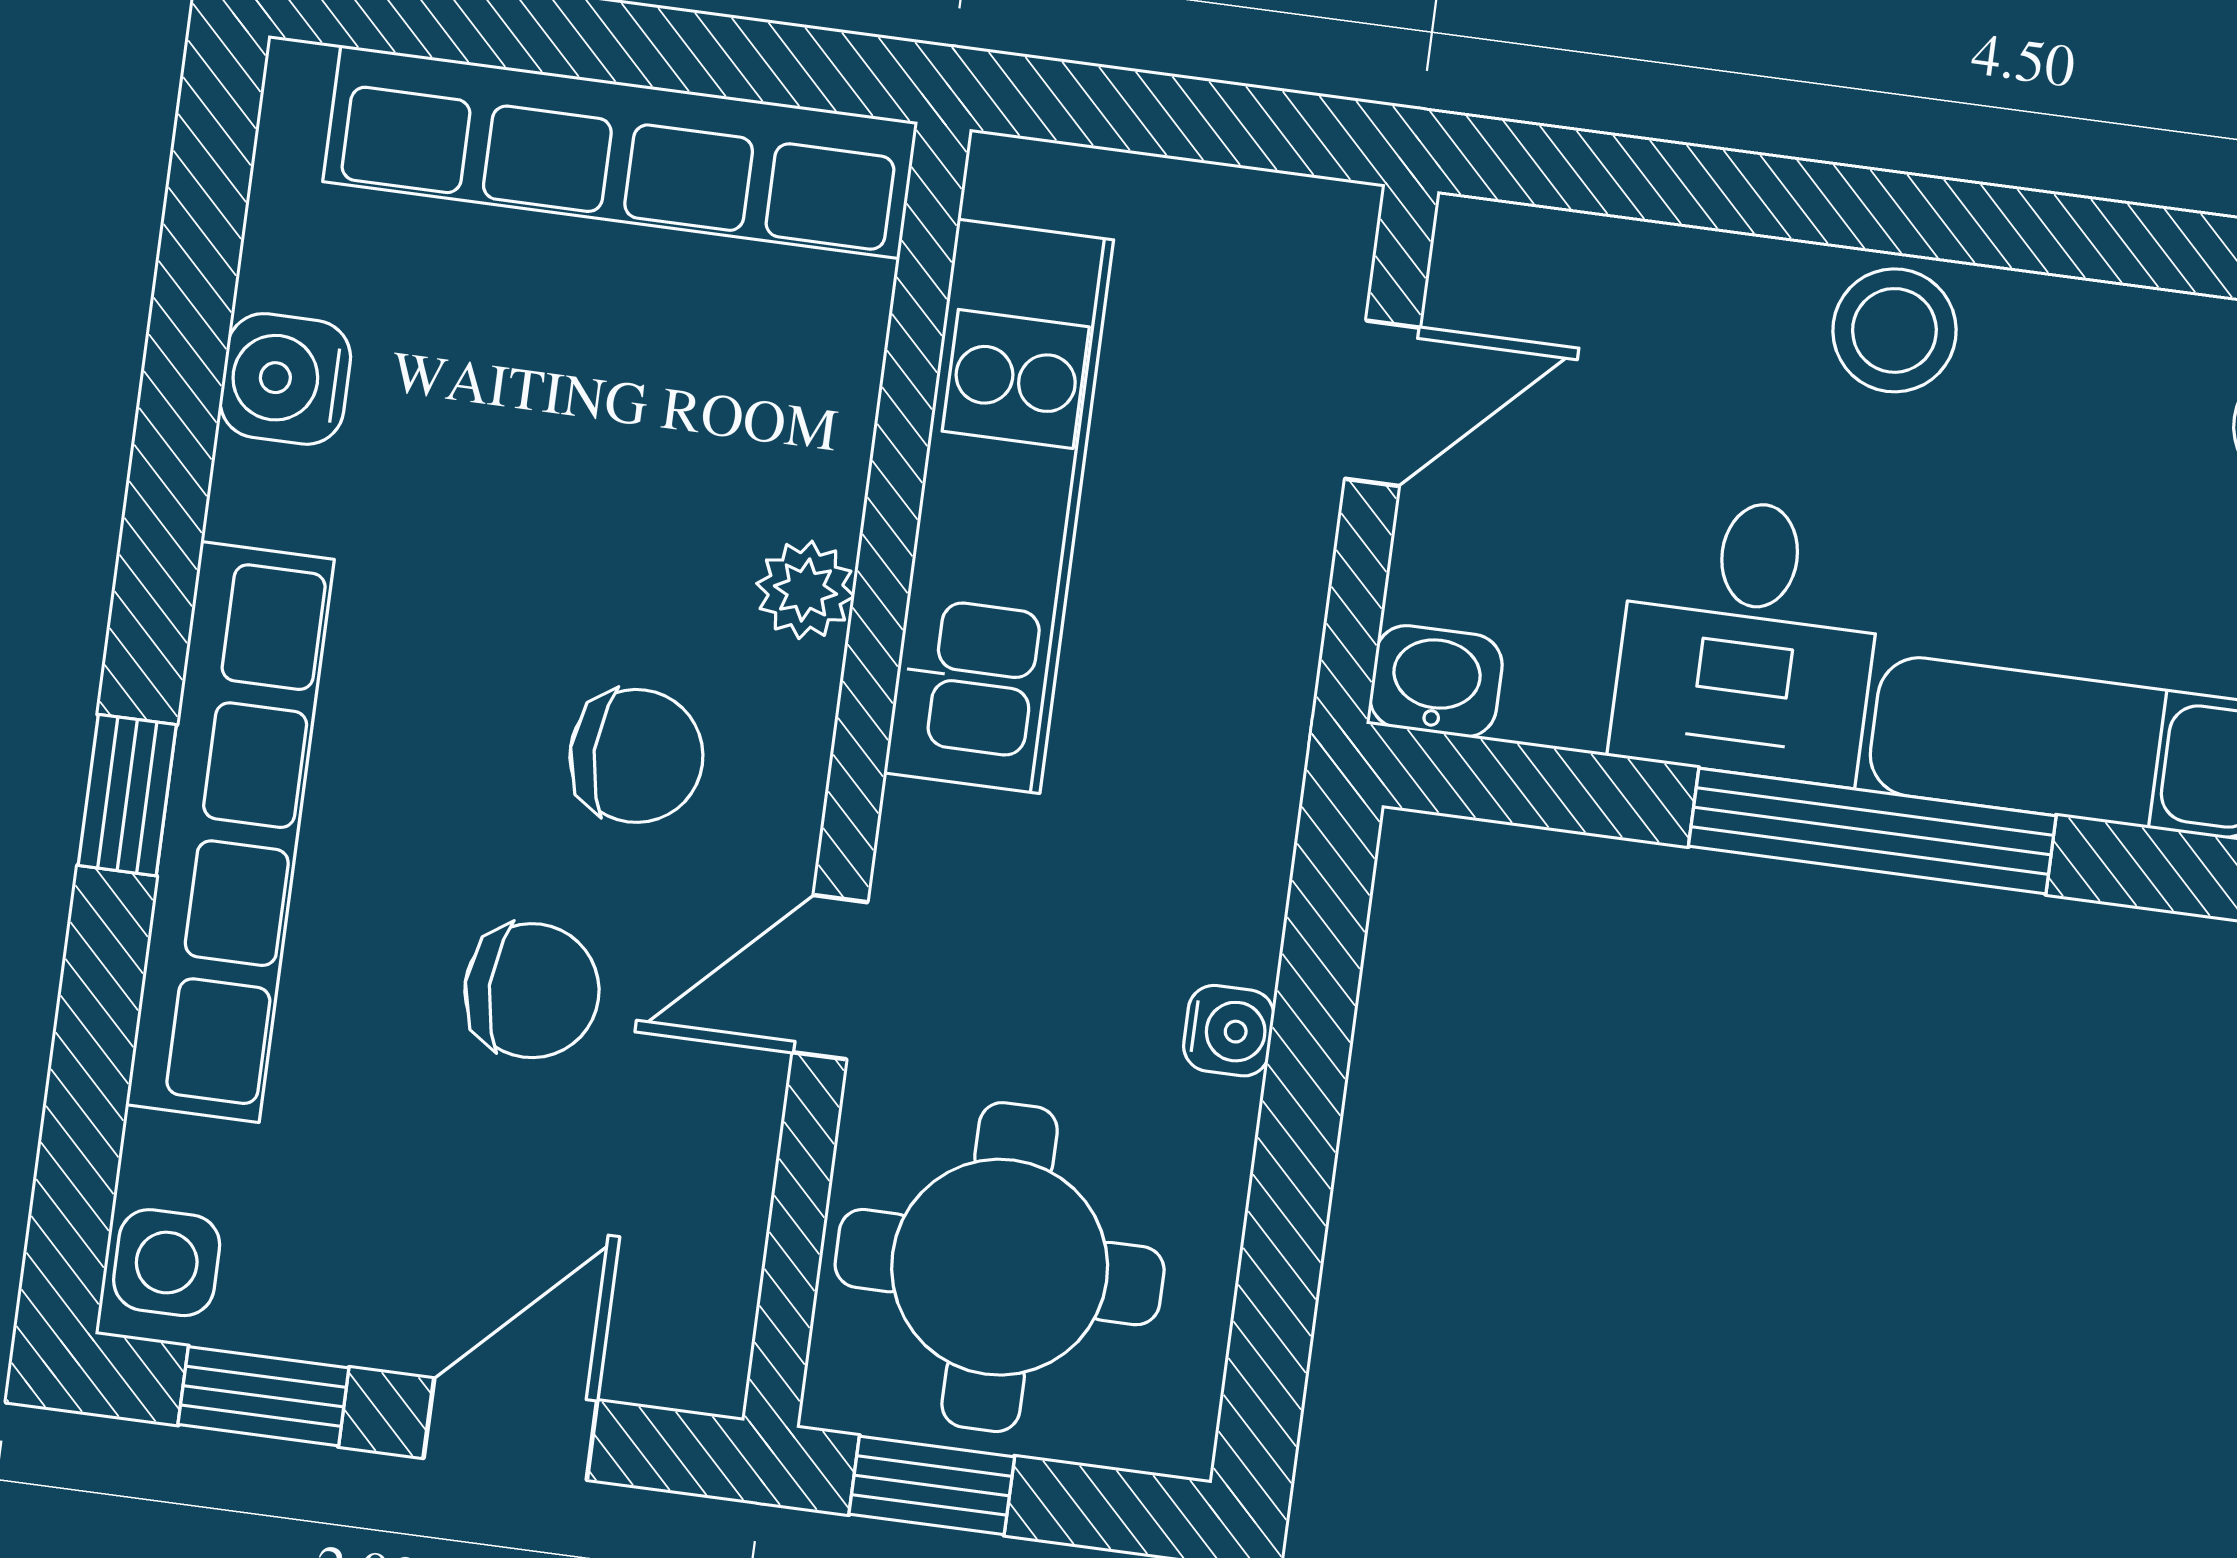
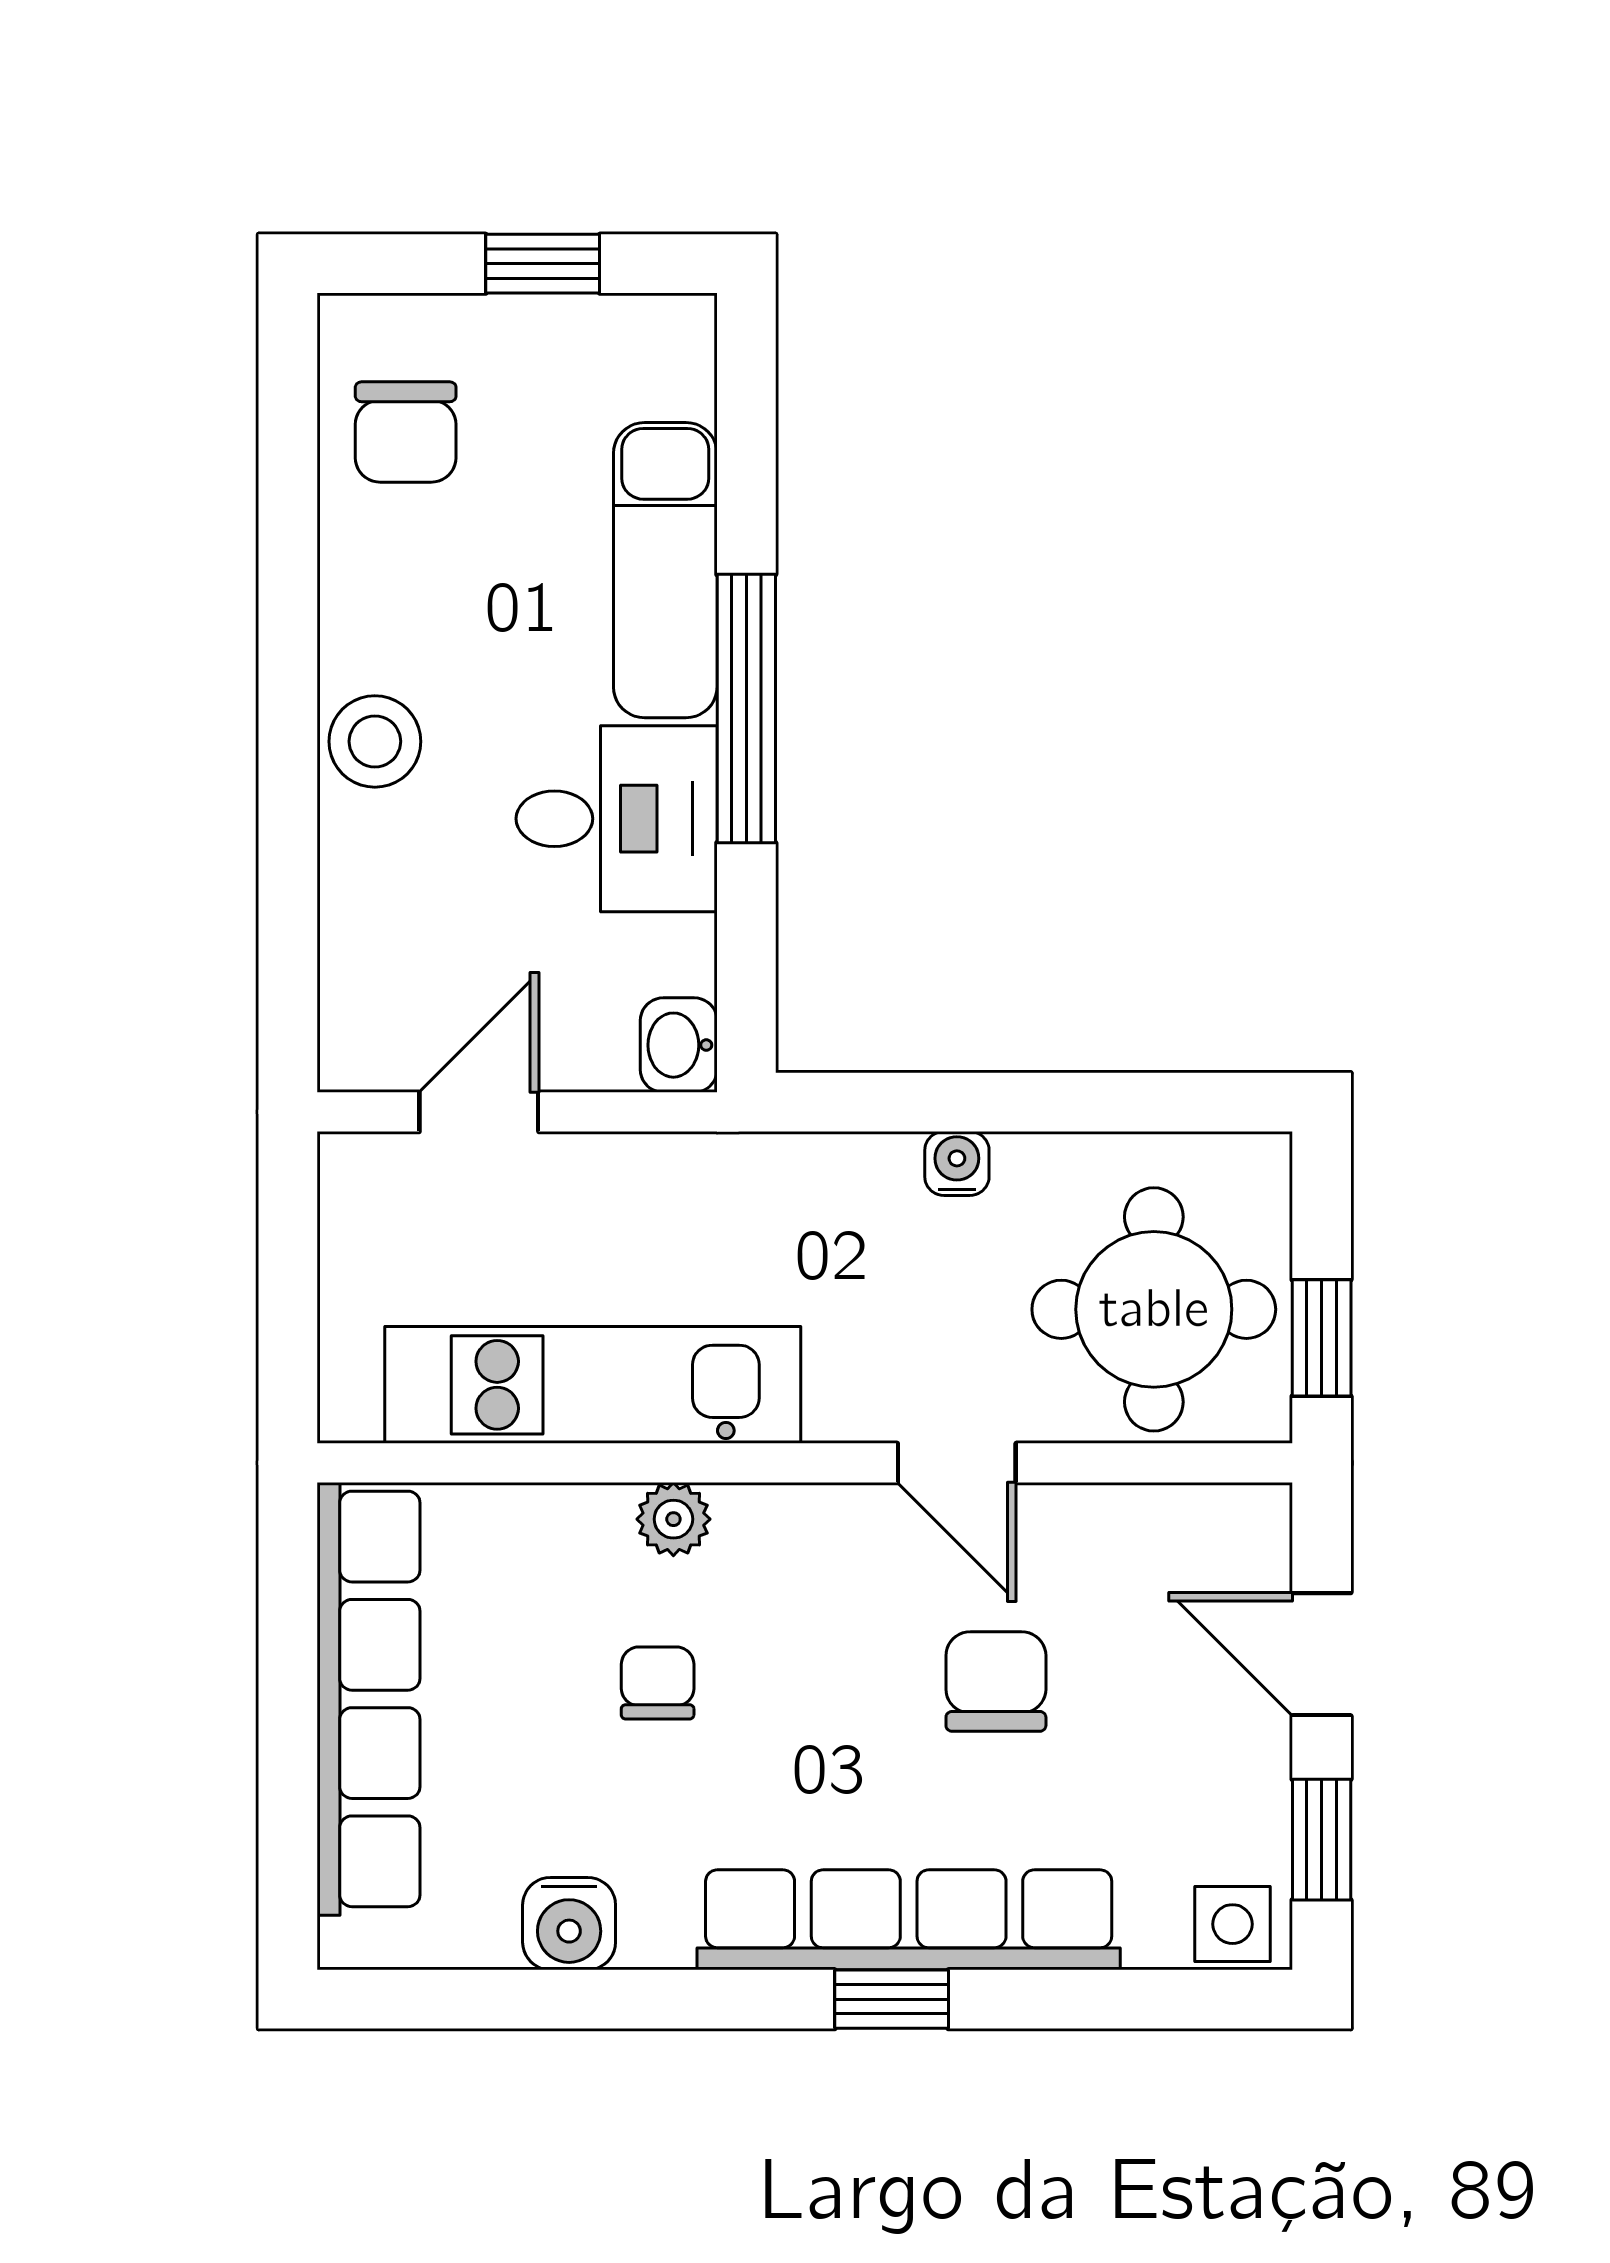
door: (1382, 403) -> (479, 1112), hinge flipped
chair: (636, 756) -> (658, 1683), moved, width x0.73, depth x0.73

